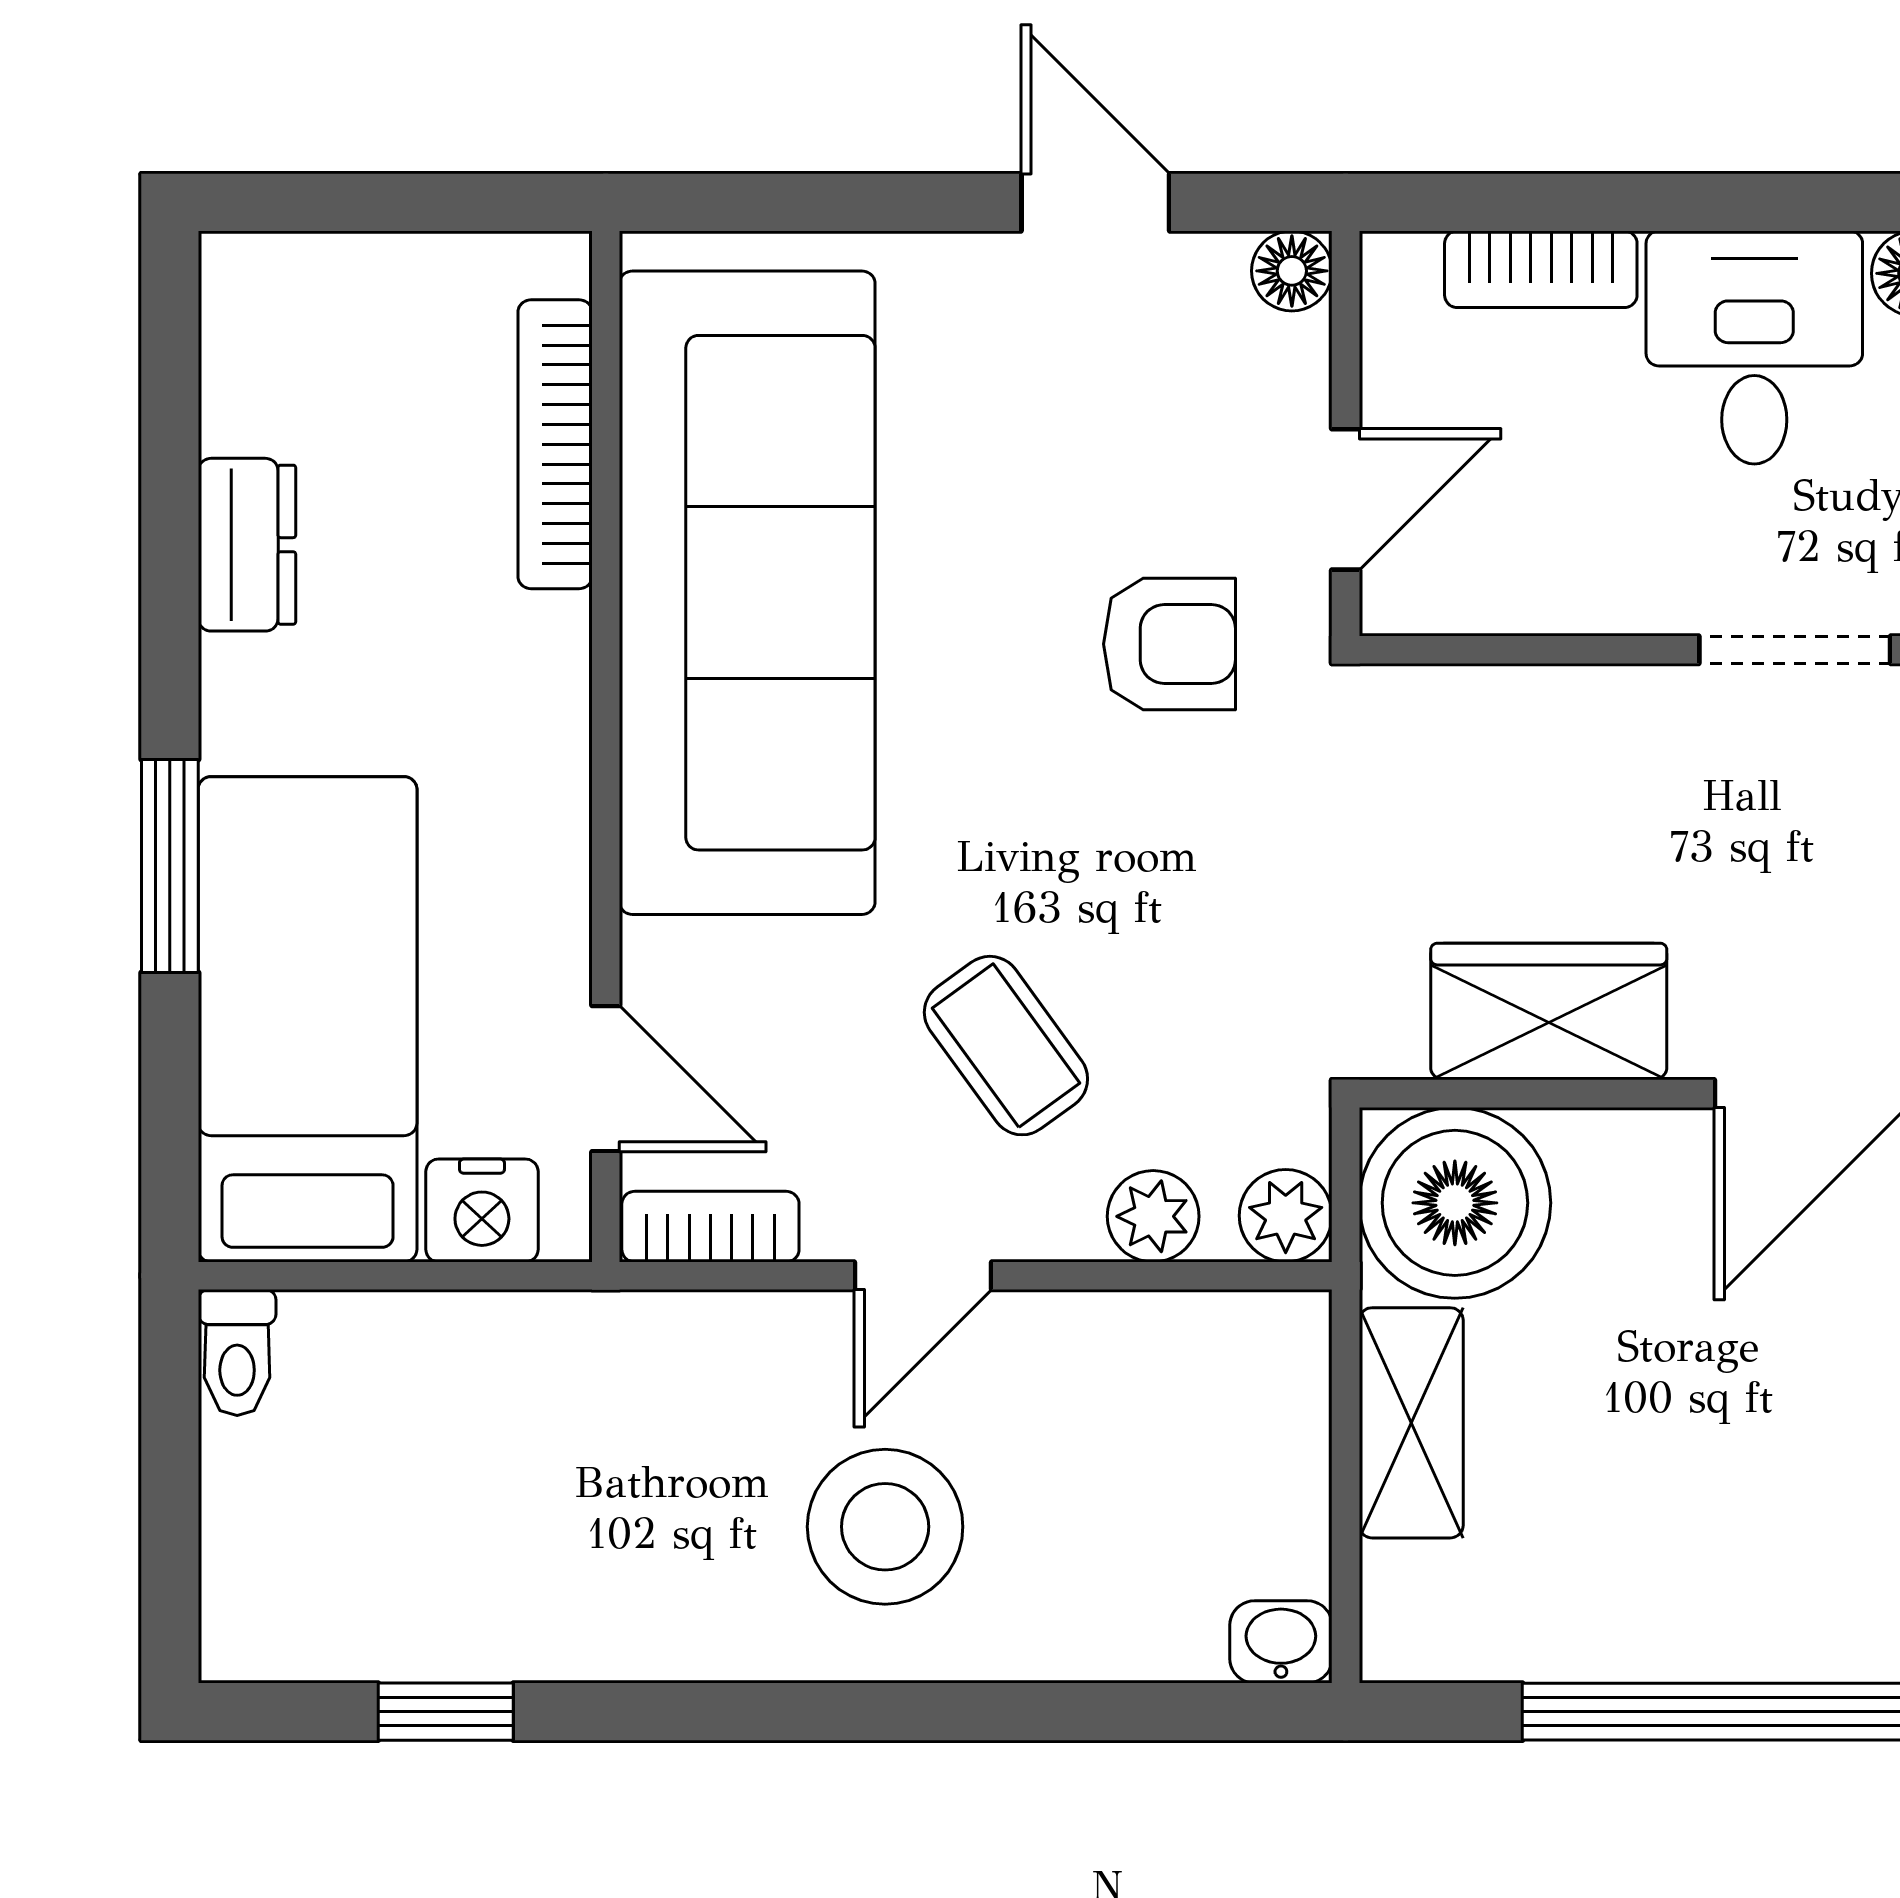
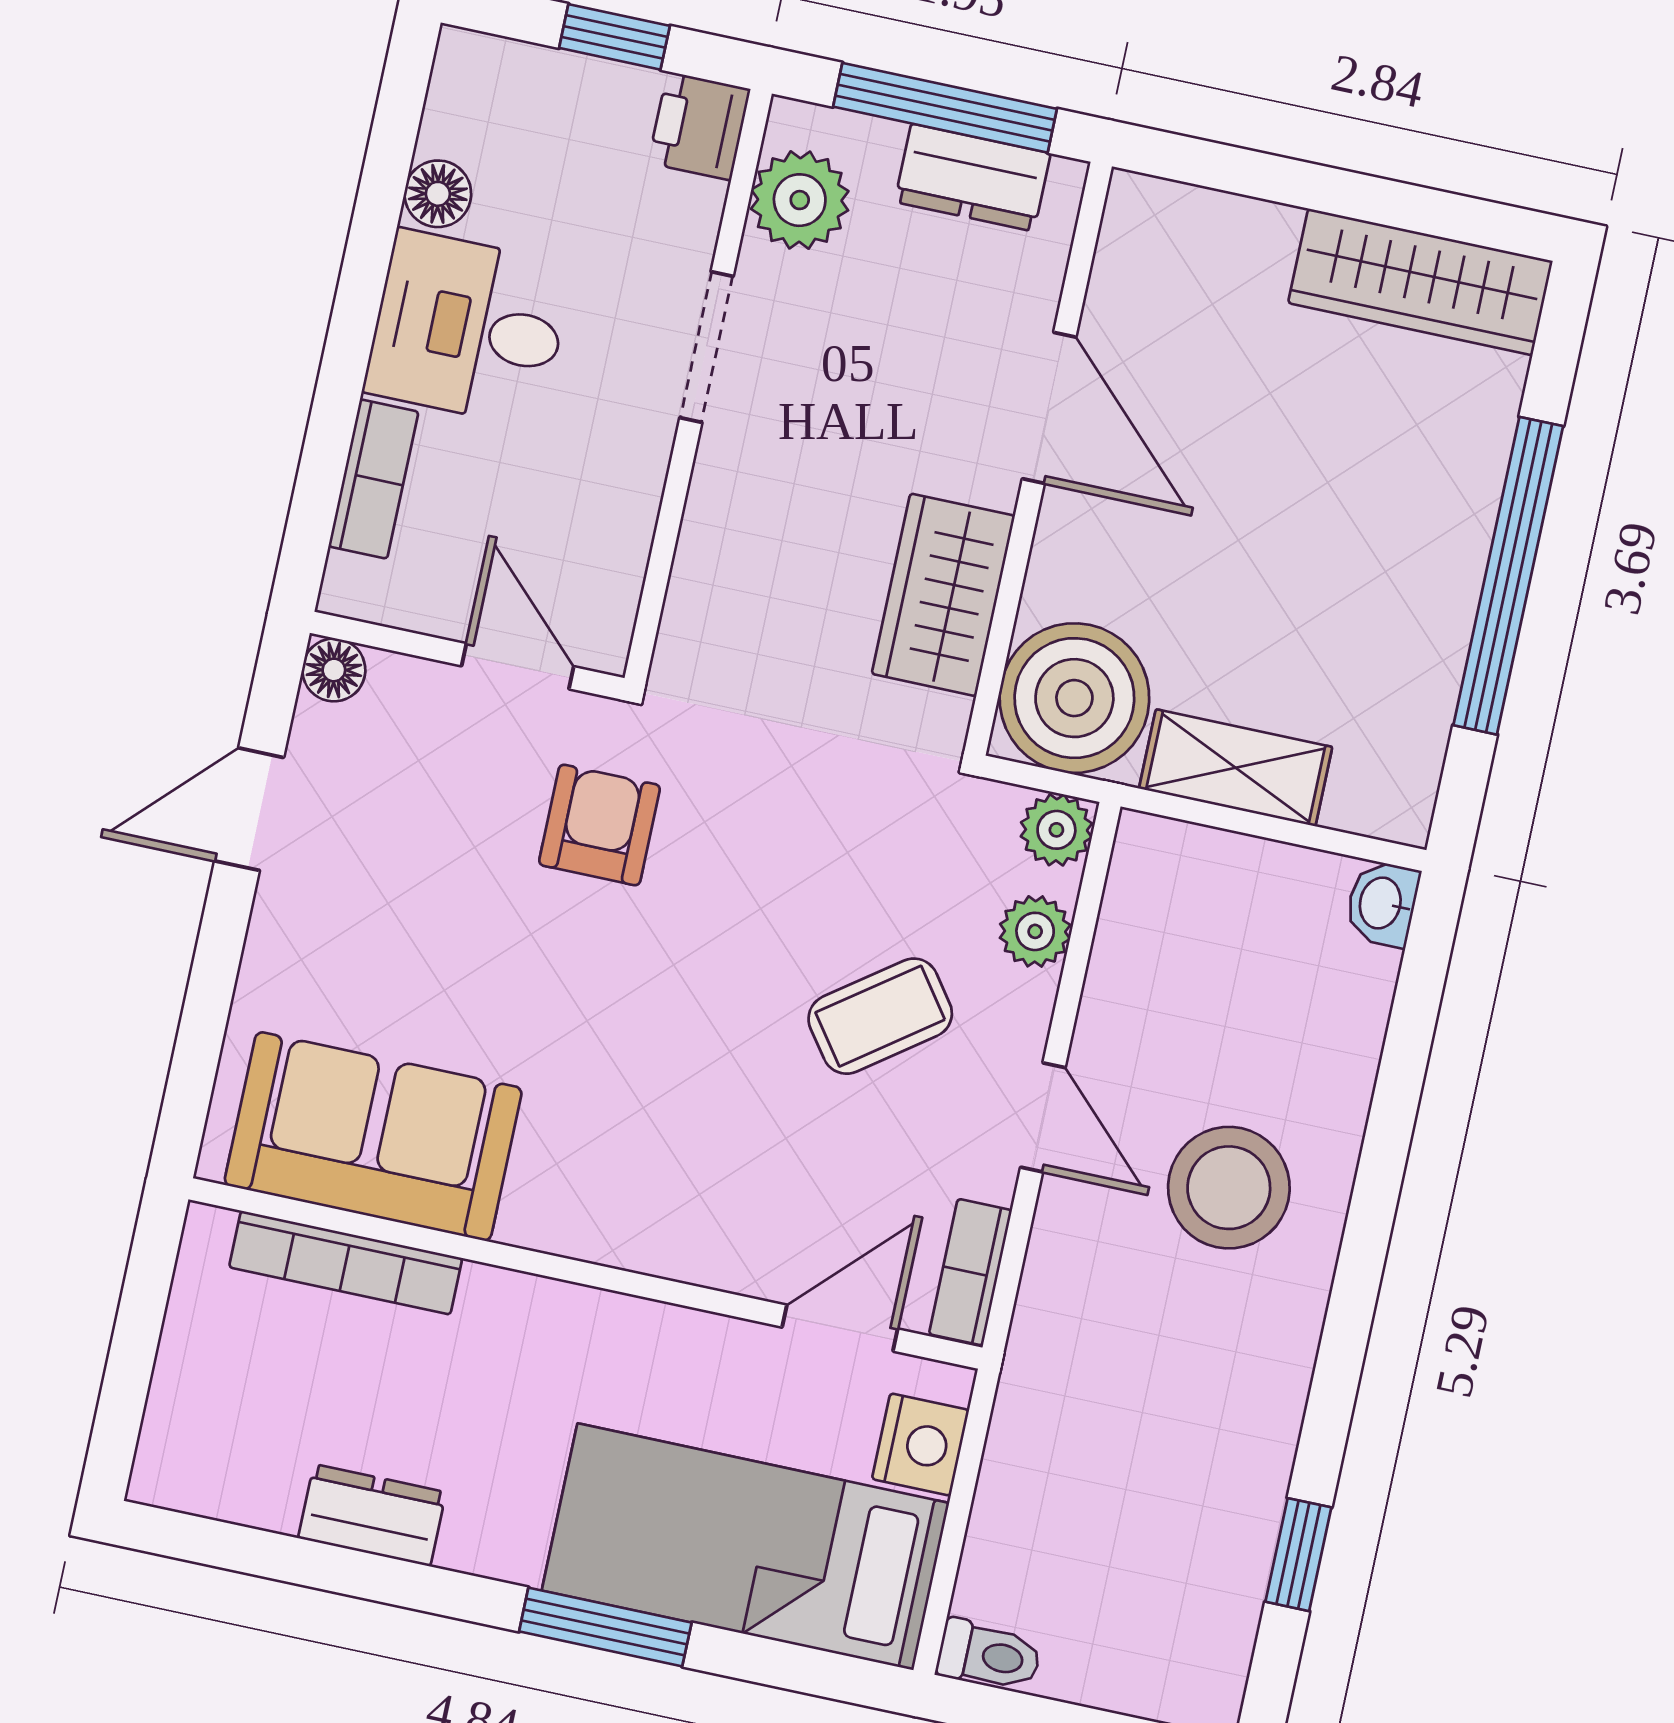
sofa: (747, 593) -> (373, 1136), width x0.54, depth x0.79

